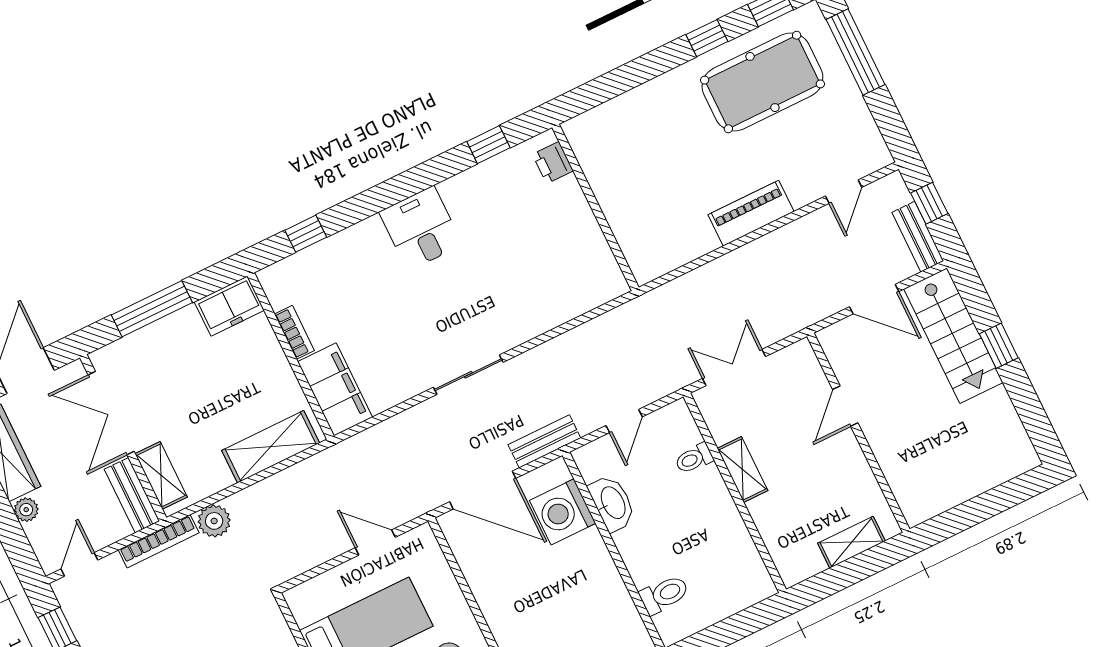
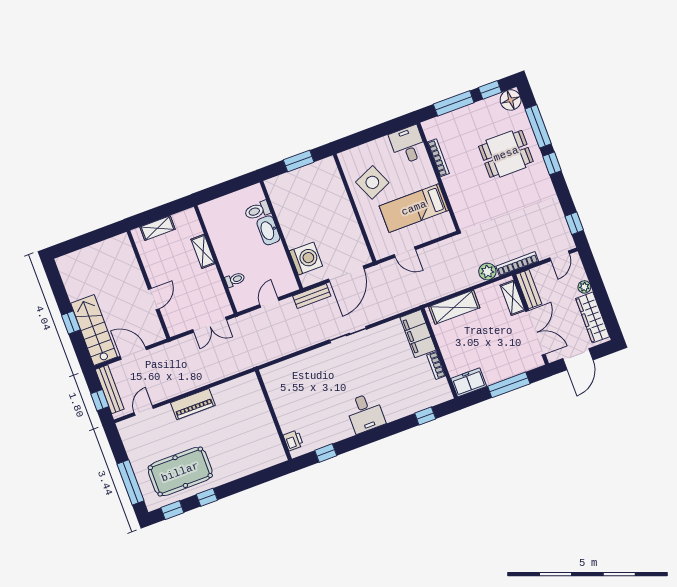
bench: (918, 237) -> (110, 389), width x1.36
shelving: (742, 469) -> (203, 251), moved
door: (483, 490) -> (346, 274), swing flipped
washbasin: (612, 503) -> (268, 230), moved

